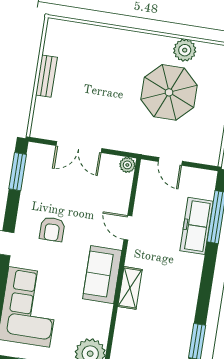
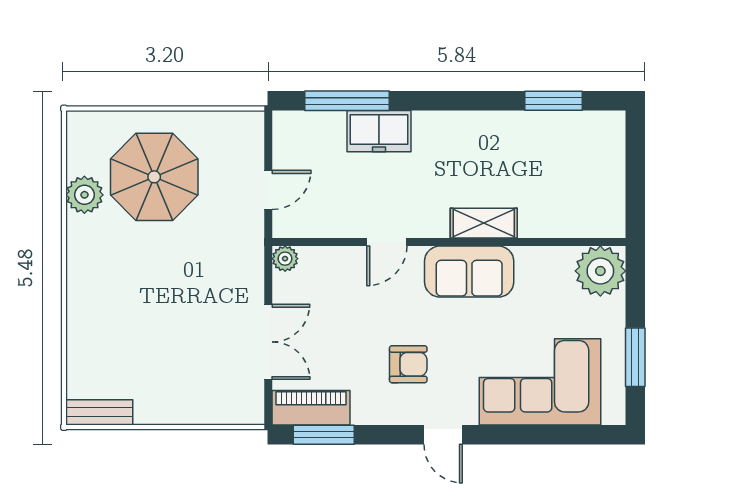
bench: (46, 76) -> (99, 412), moved
parasol: (169, 92) -> (154, 177), moved
piano: (35, 167) -> (311, 408), added
freezer: (196, 226) -> (379, 131), width x0.71

